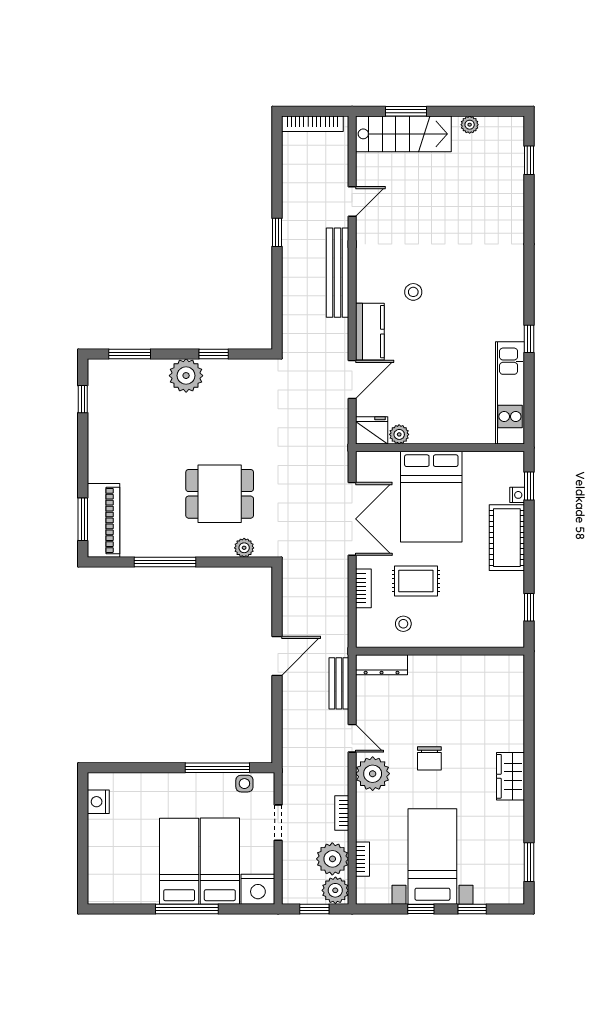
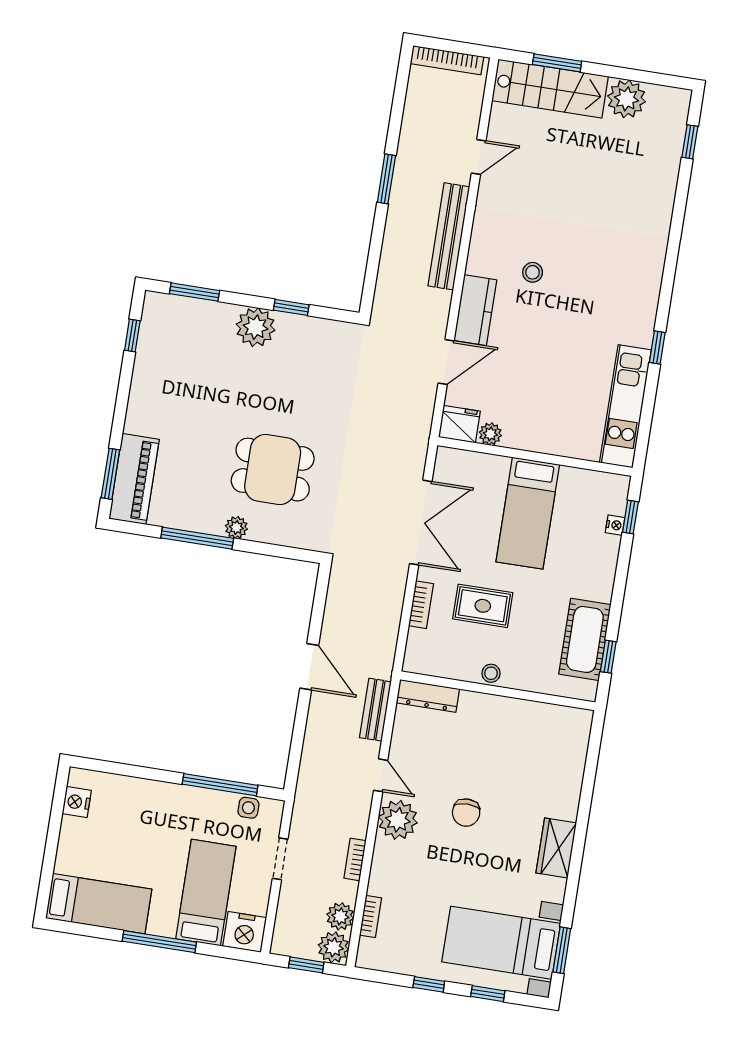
plant: (470, 125) -> (627, 99), width x1.87, depth x1.87
window: (277, 232) -> (386, 179), width x1.50
bed: (431, 497) -> (528, 513), width x0.67
cot: (507, 538) -> (585, 639), moved
plant: (244, 548) -> (236, 527), moved
stool: (403, 624) -> (491, 673), moved
door: (277, 656) -> (309, 667), hinge flipped
bed with nightstands: (432, 856) -> (501, 943), moved, turned -90
plant: (332, 859) -> (340, 916), width x0.73, depth x0.73
bed: (179, 861) -> (99, 904), moved, turned 90

